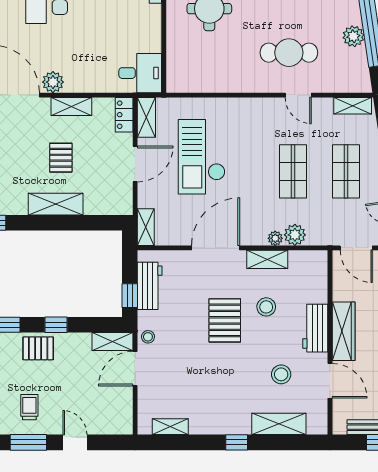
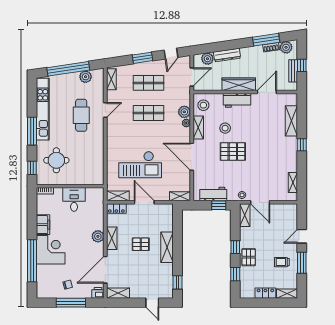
plant: (353, 36) -> (86, 77), moved
desk: (140, 73) -> (74, 199), moved
plant: (53, 82) -> (98, 236), moved
stool: (281, 374) -> (203, 105), moved

